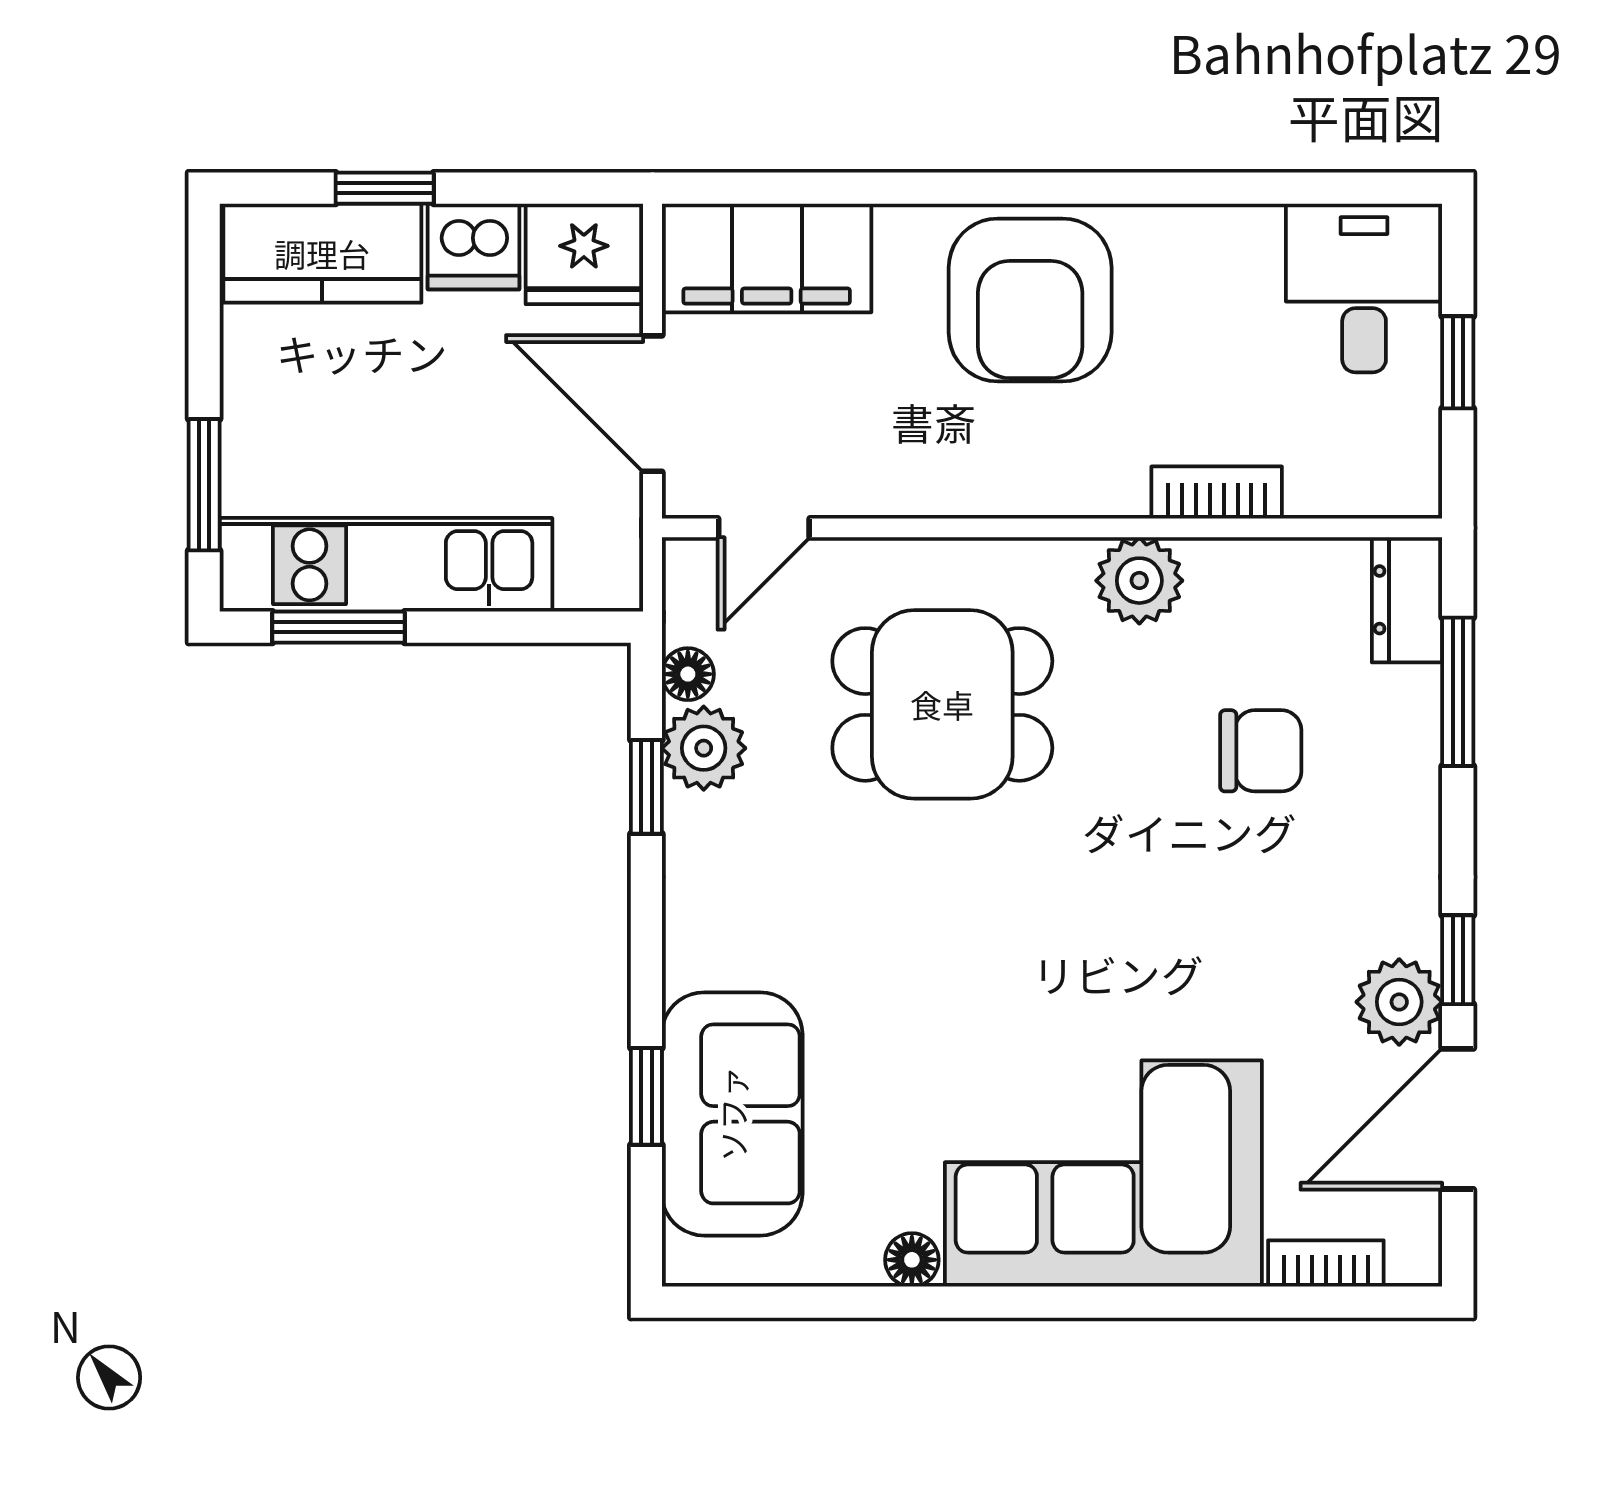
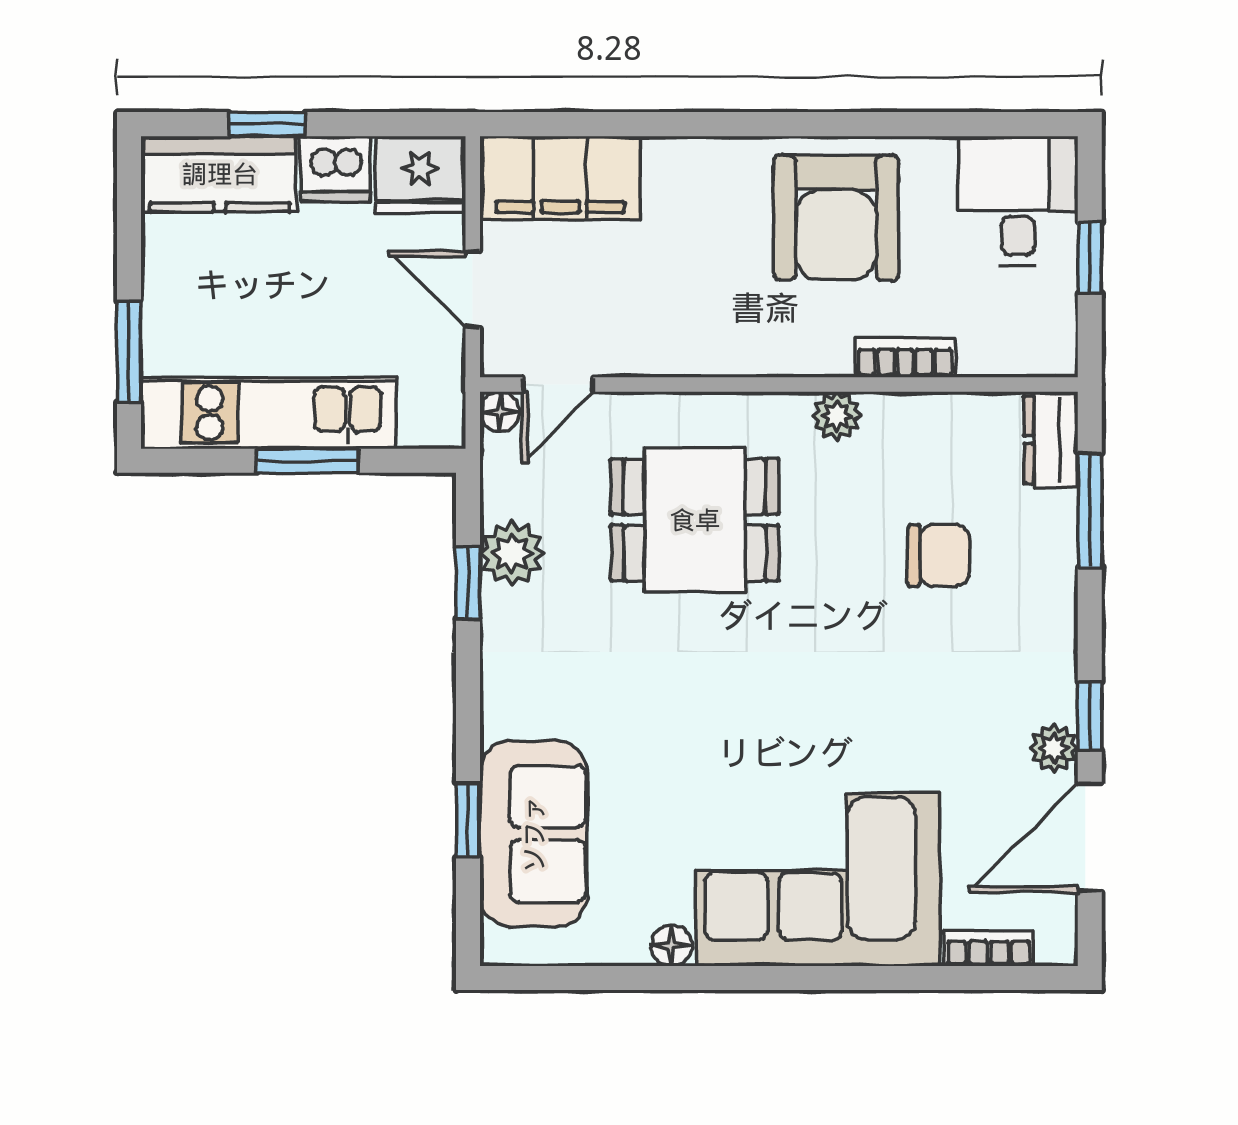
armchair: (1030, 300) -> (836, 217), moved
door: (653, 404) -> (473, 289), width x0.73
plant: (1139, 581) -> (837, 416), width x0.73, depth x0.73
window: (339, 627) -> (307, 461), moved
floor lamp: (688, 674) -> (500, 412), moved
plant: (1399, 1002) -> (1054, 748), width x0.73, depth x0.73

